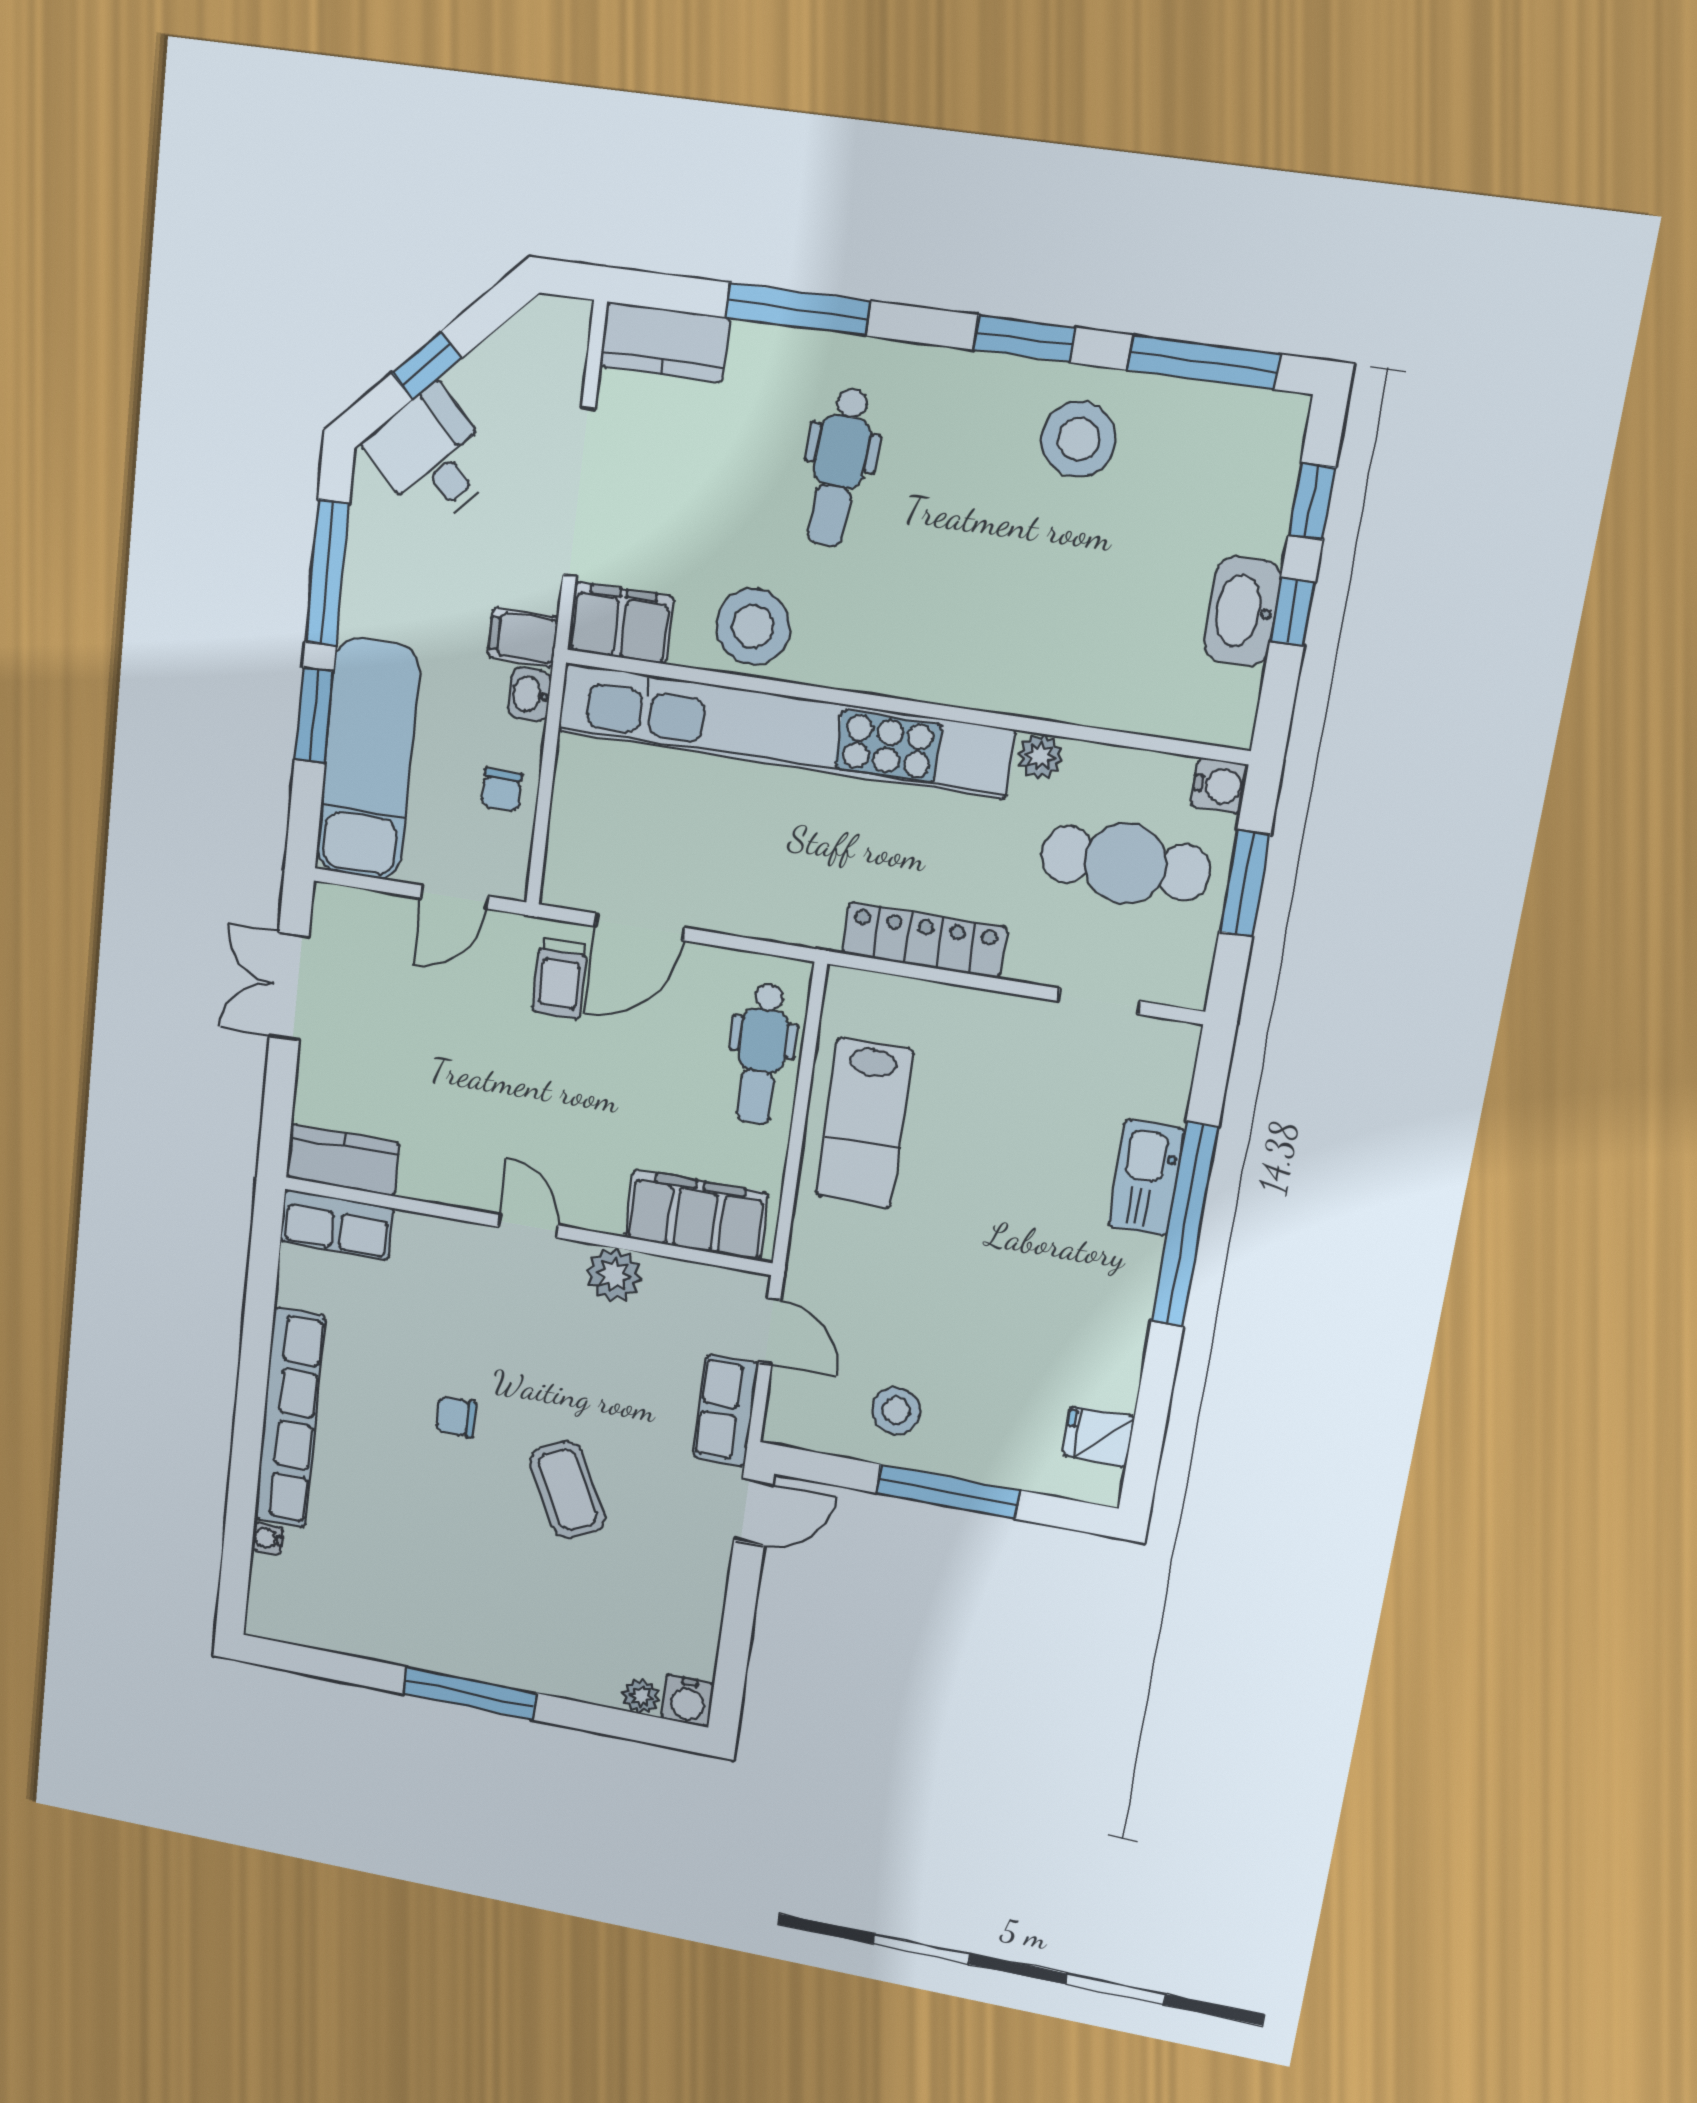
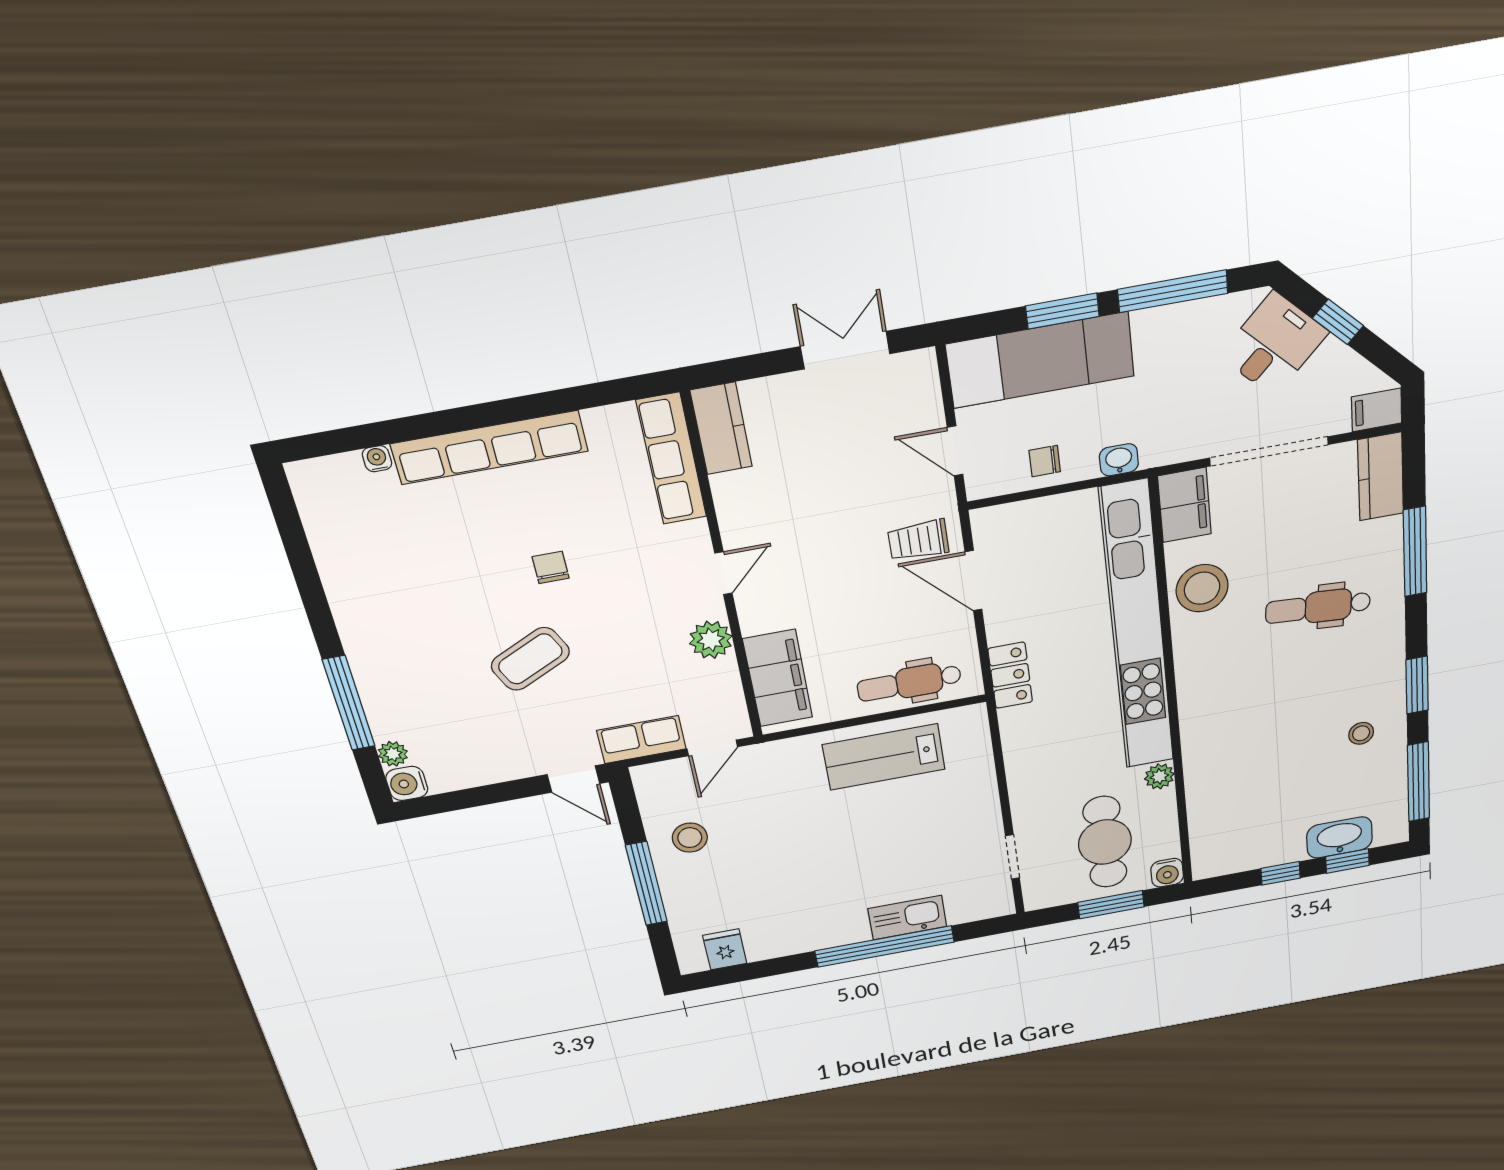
stool: (1079, 439) -> (1361, 733), width x0.53, depth x0.53
washbasin: (1243, 611) -> (1339, 837), moved
filing cabinet: (523, 637) -> (1377, 410), moved, turned -90
locker: (924, 940) -> (1010, 675), moved, width x0.66
row of seats: (337, 1224) -> (672, 459), width x1.48
window: (470, 1693) -> (349, 703), moved

